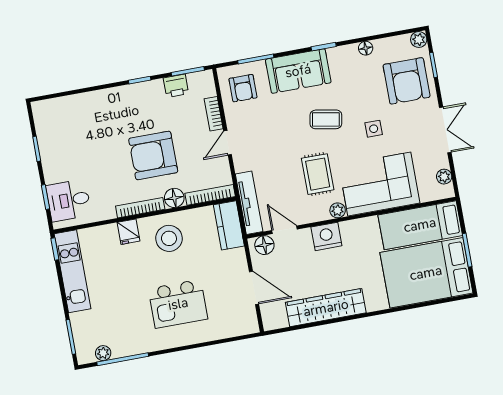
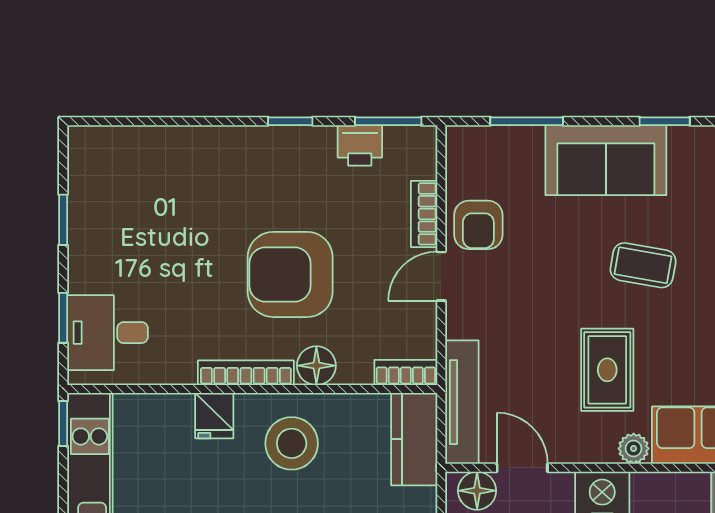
armchair: (243, 88) -> (478, 225), moved
bookcase: (210, 195) -> (406, 372), width x0.64

